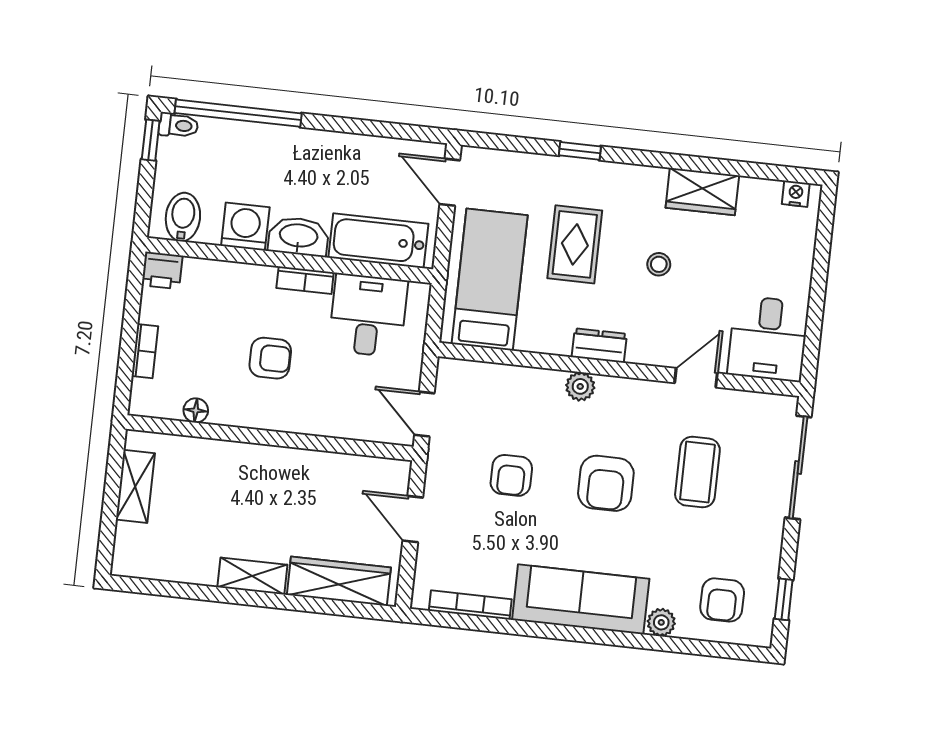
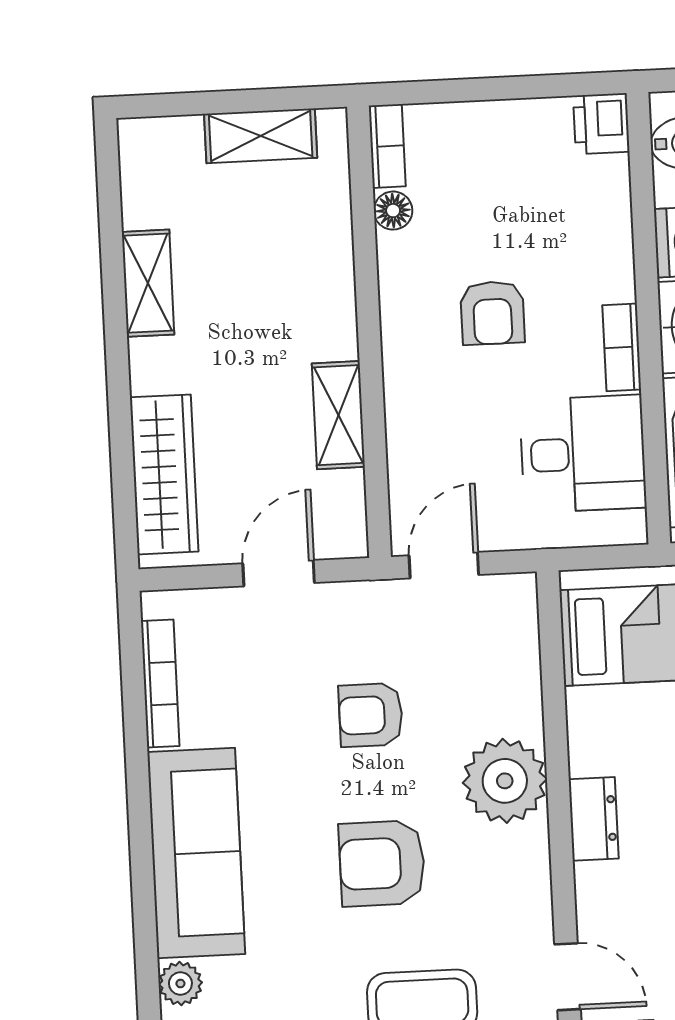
bookcase: (145, 351) -> (387, 146), moved, turned -90
plant: (580, 386) -> (505, 781), width x1.88, depth x1.88
shelving: (319, 465) -> (338, 415), added
shelving: (252, 576) -> (148, 283), moved

